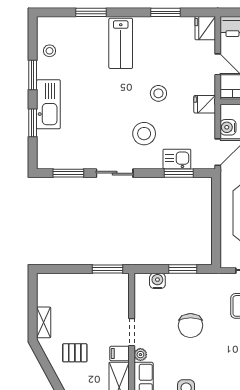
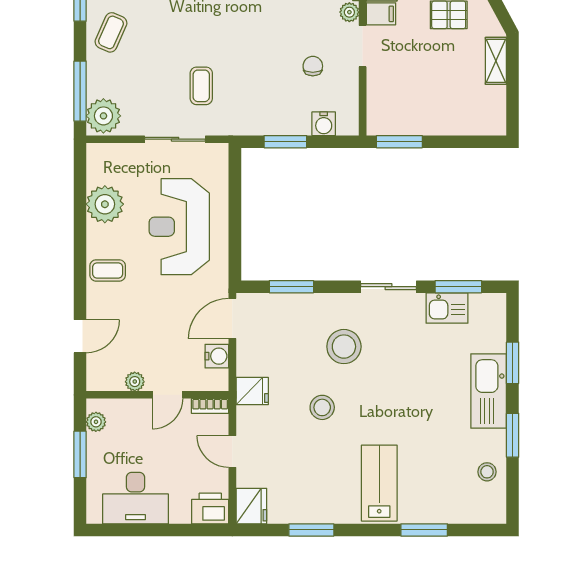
kitchen sink: (177, 159) -> (447, 308), moved
chair: (191, 326) -> (313, 66), moved, width x0.54, depth x0.54

